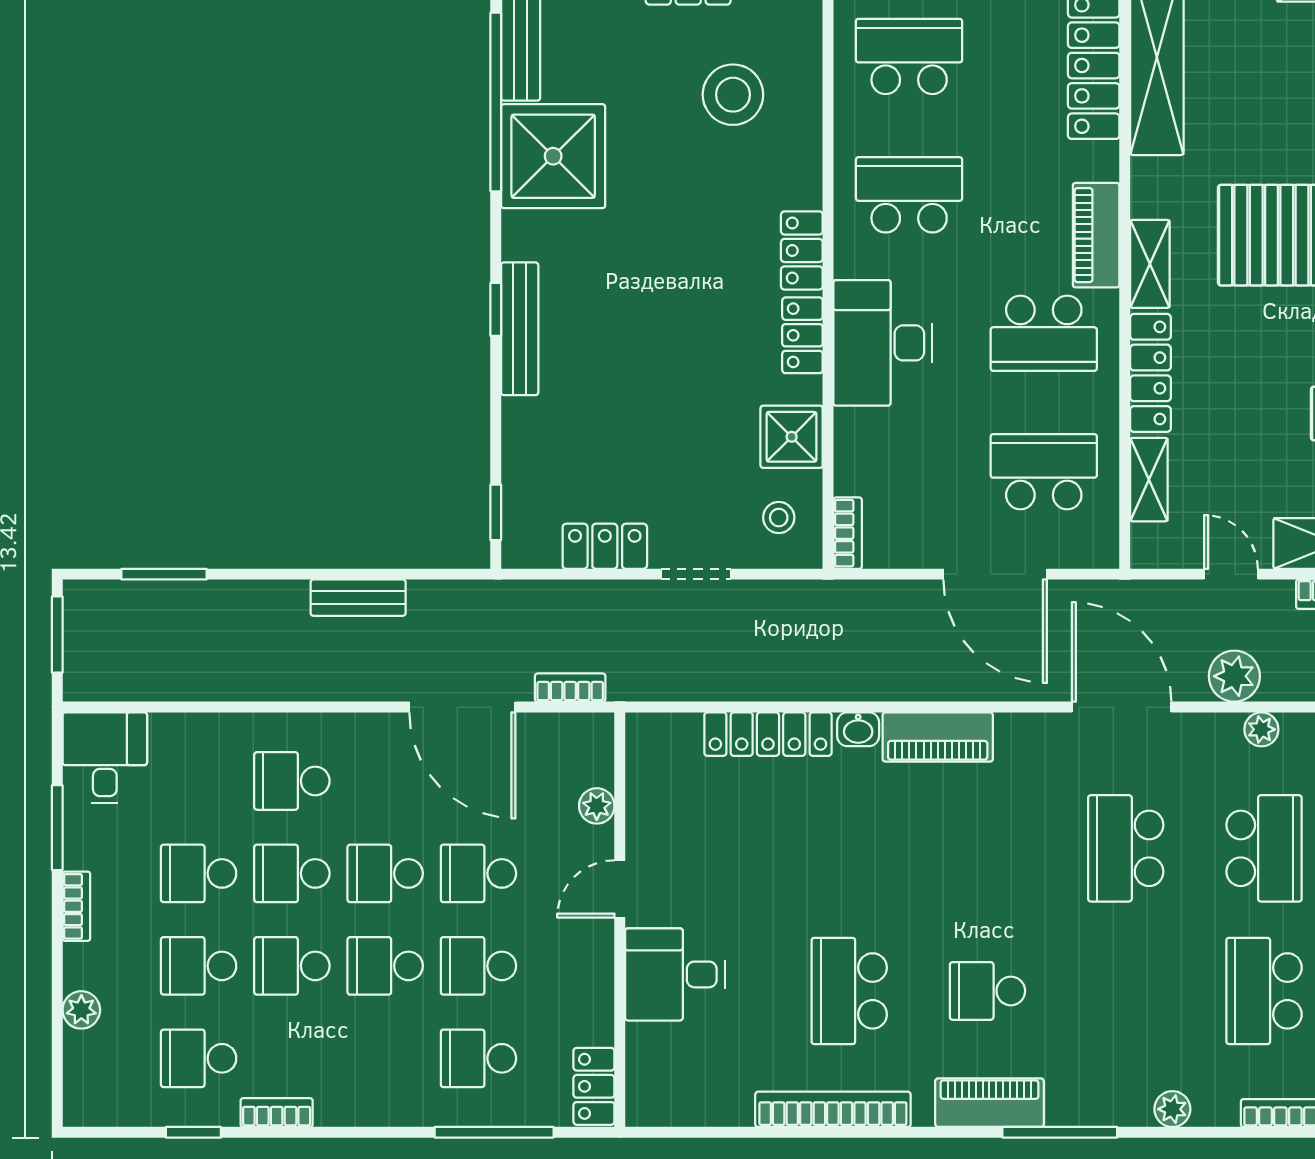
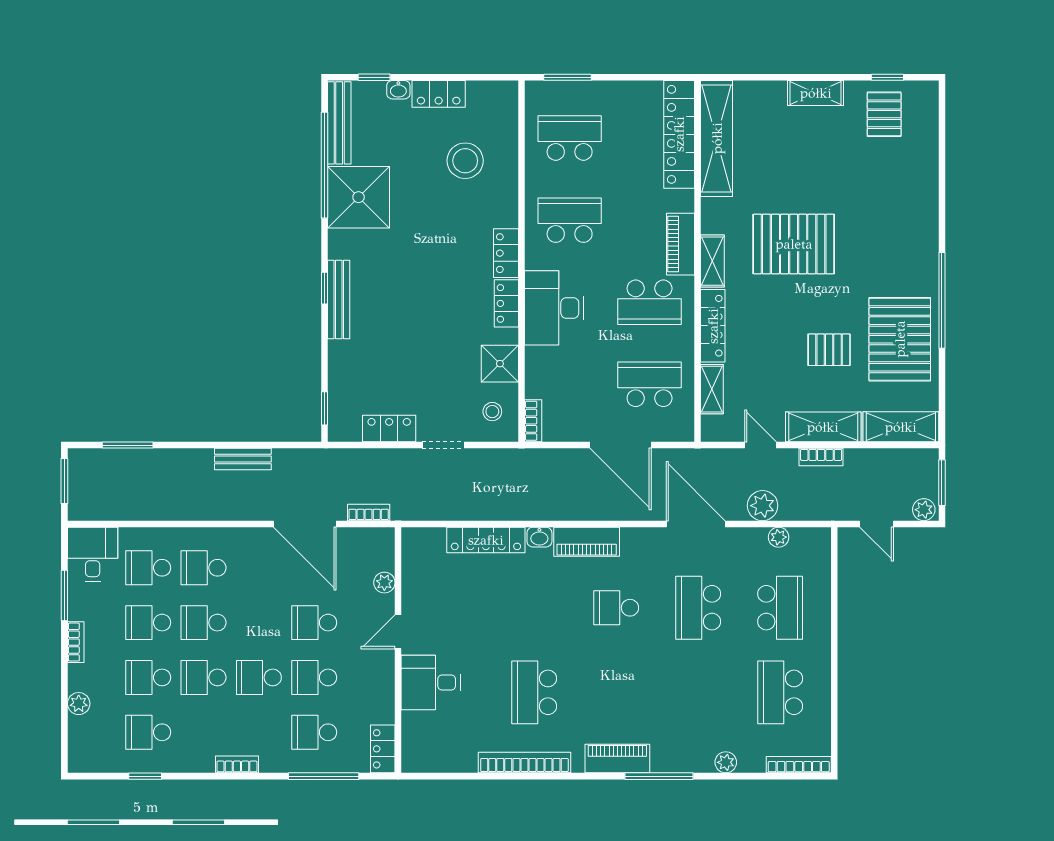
school desk: (385, 873) -> (148, 568), moved
school desk: (987, 991) -> (616, 608), moved
bookcase: (277, 1113) -> (237, 764), moved

